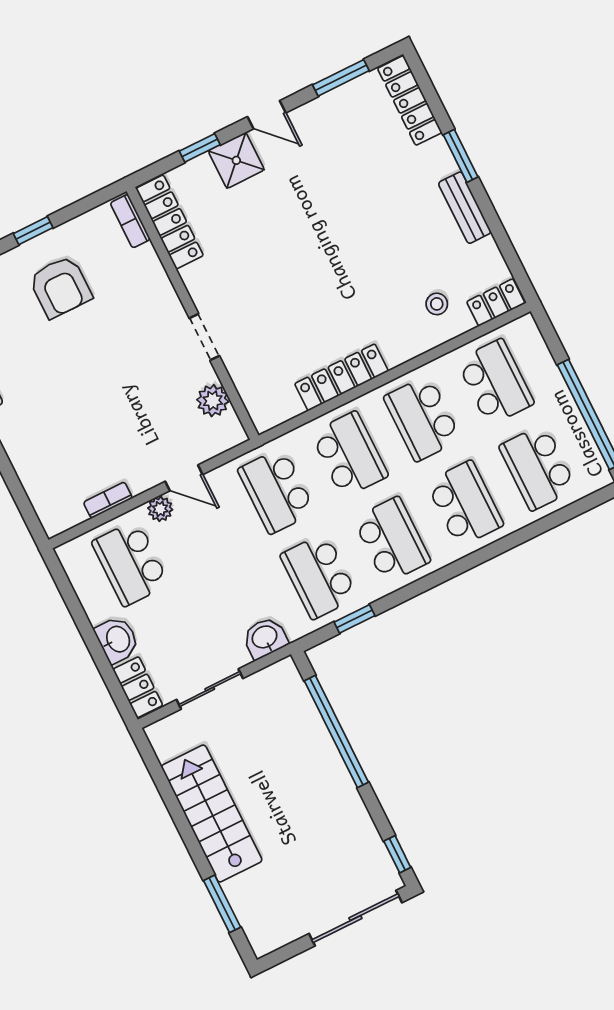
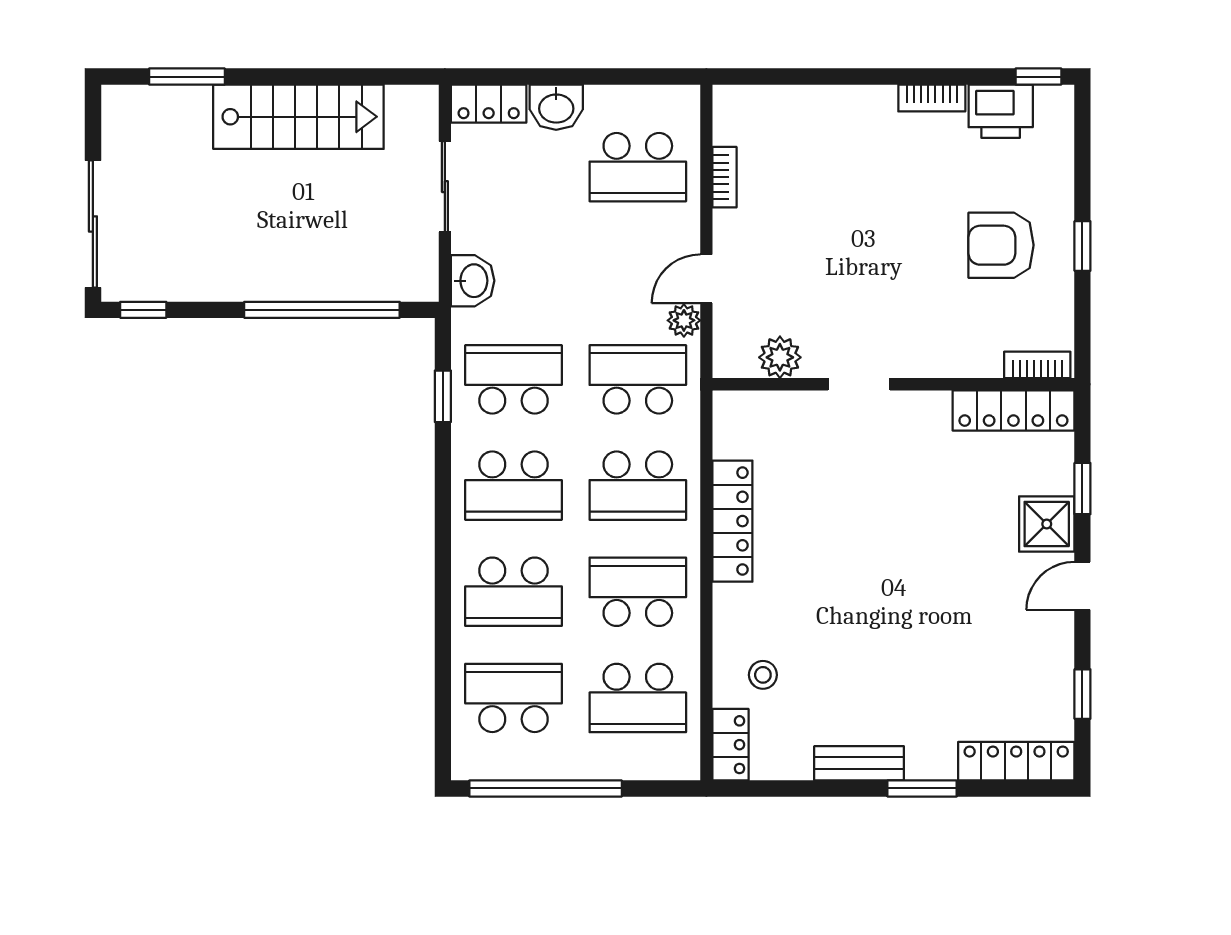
window: (341, 78) -> (1082, 694), width x0.67
plant: (160, 509) -> (684, 320), moved
school desk: (131, 563) -> (638, 167), turned 180

